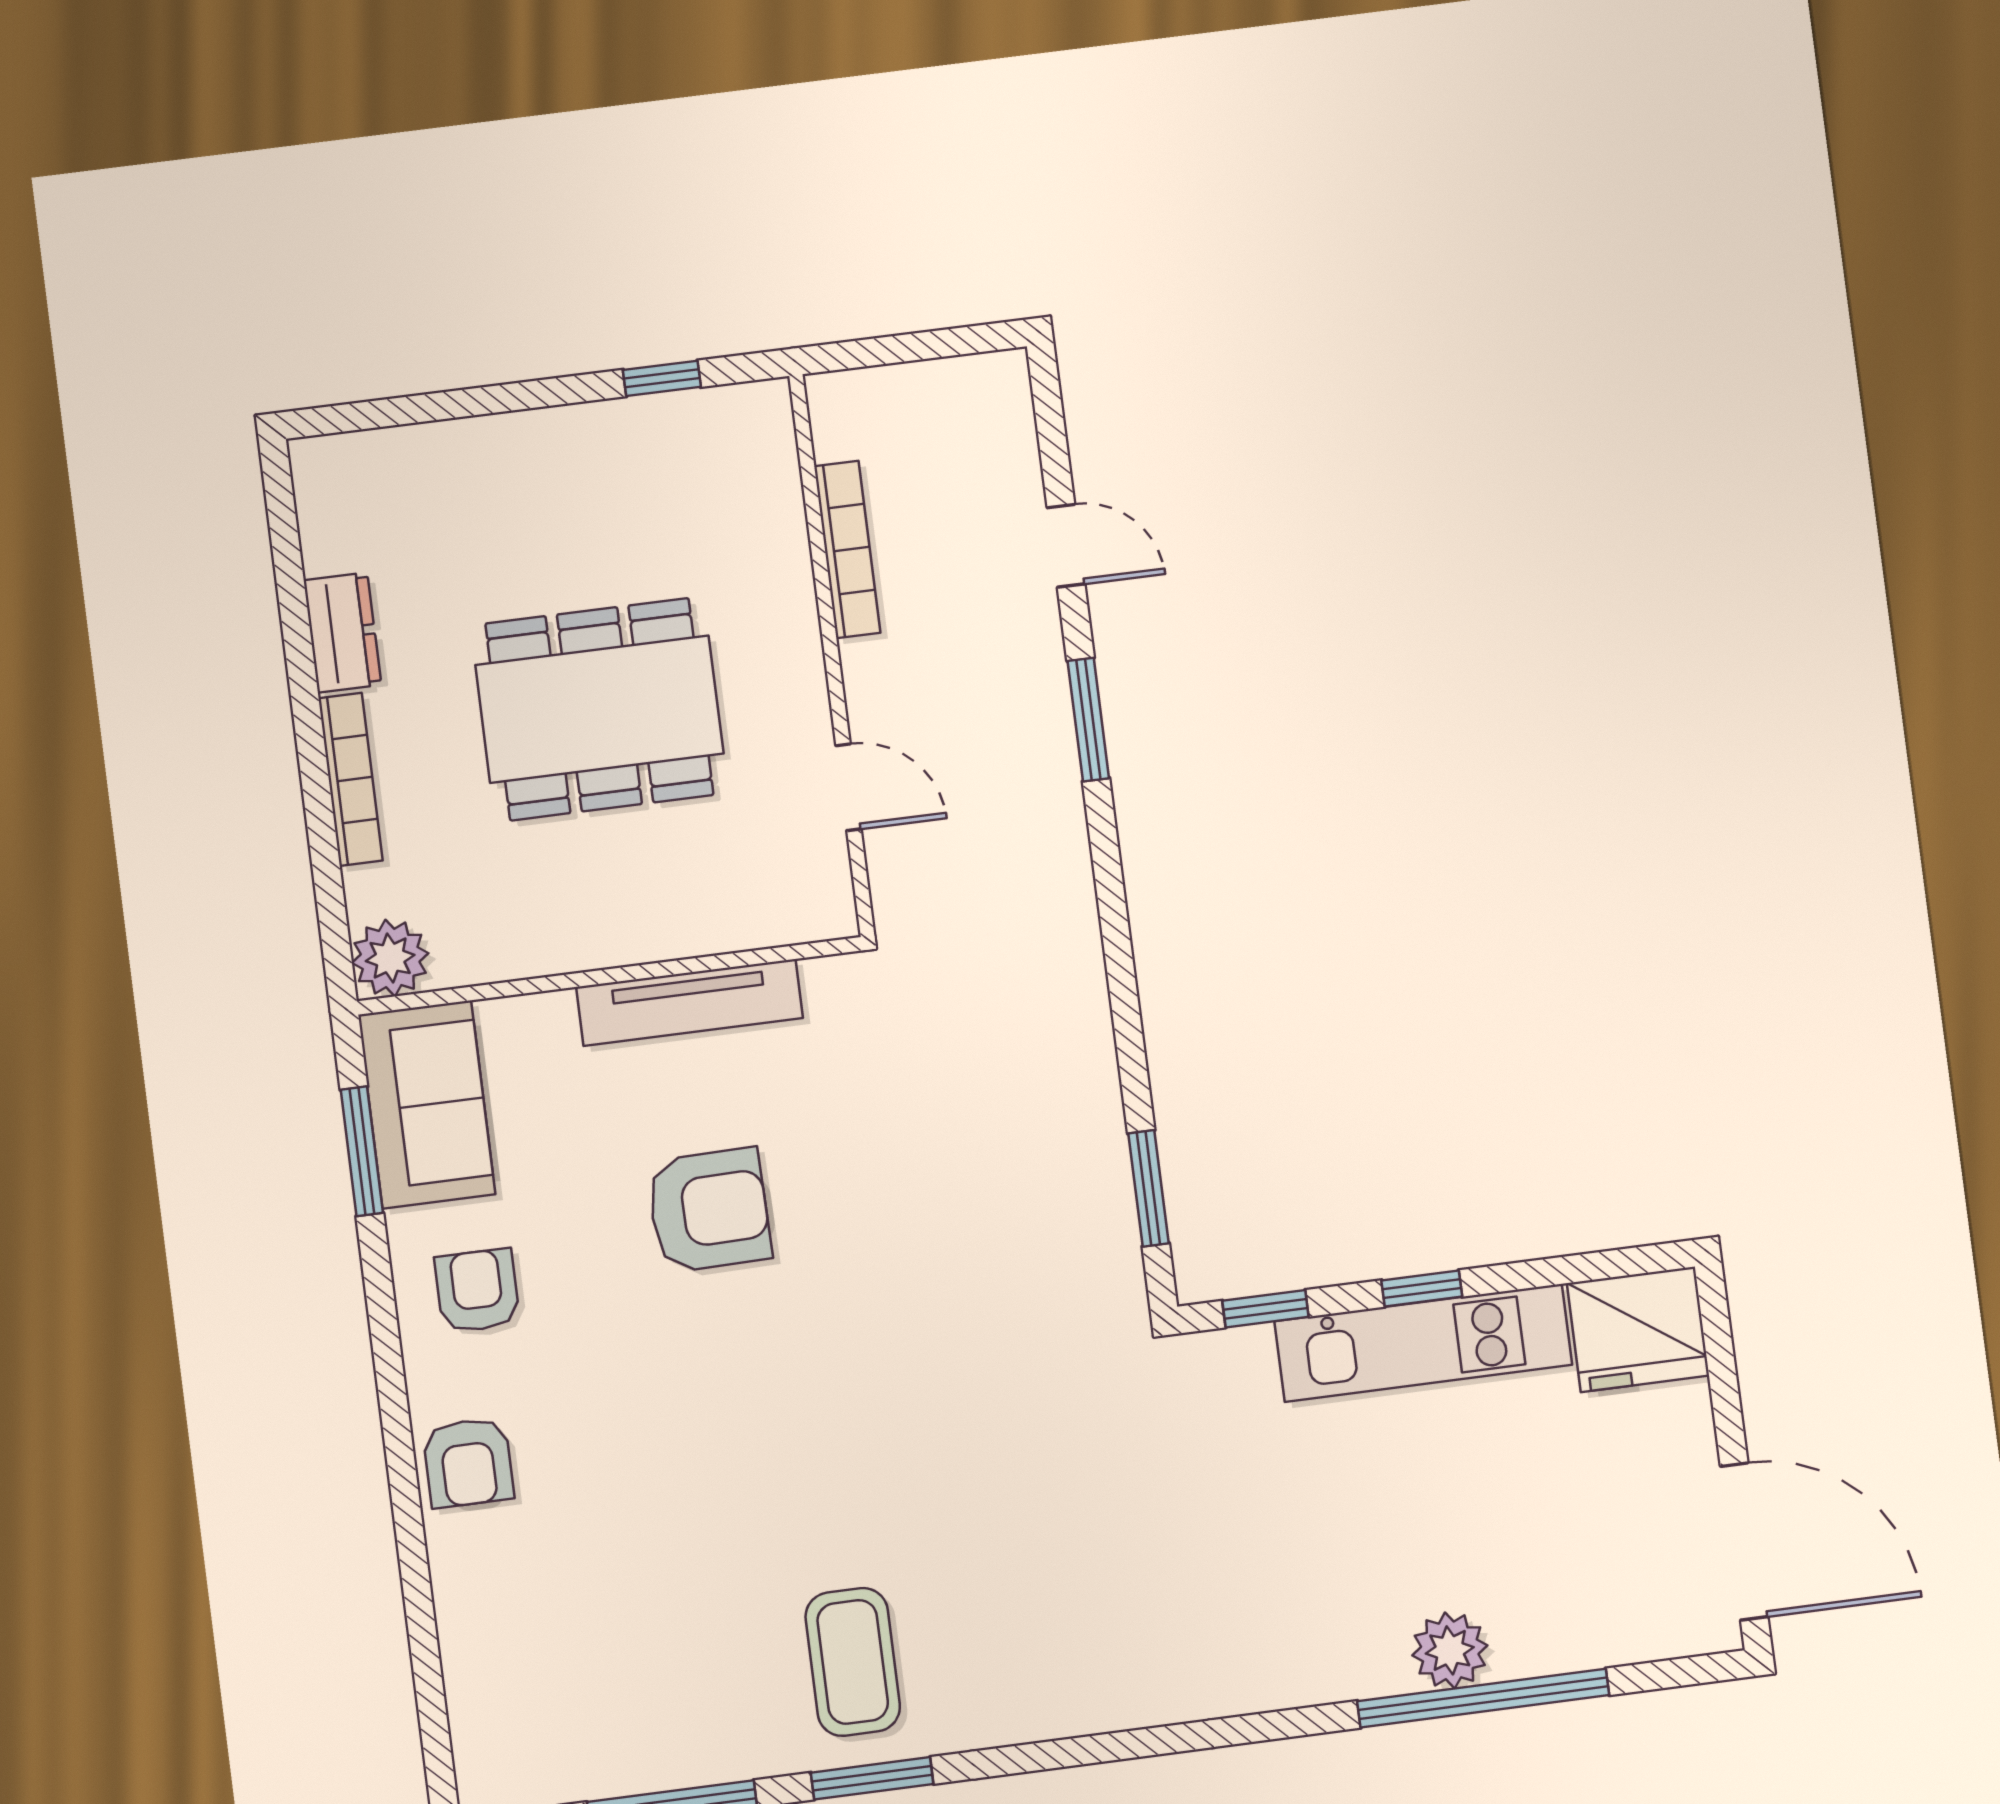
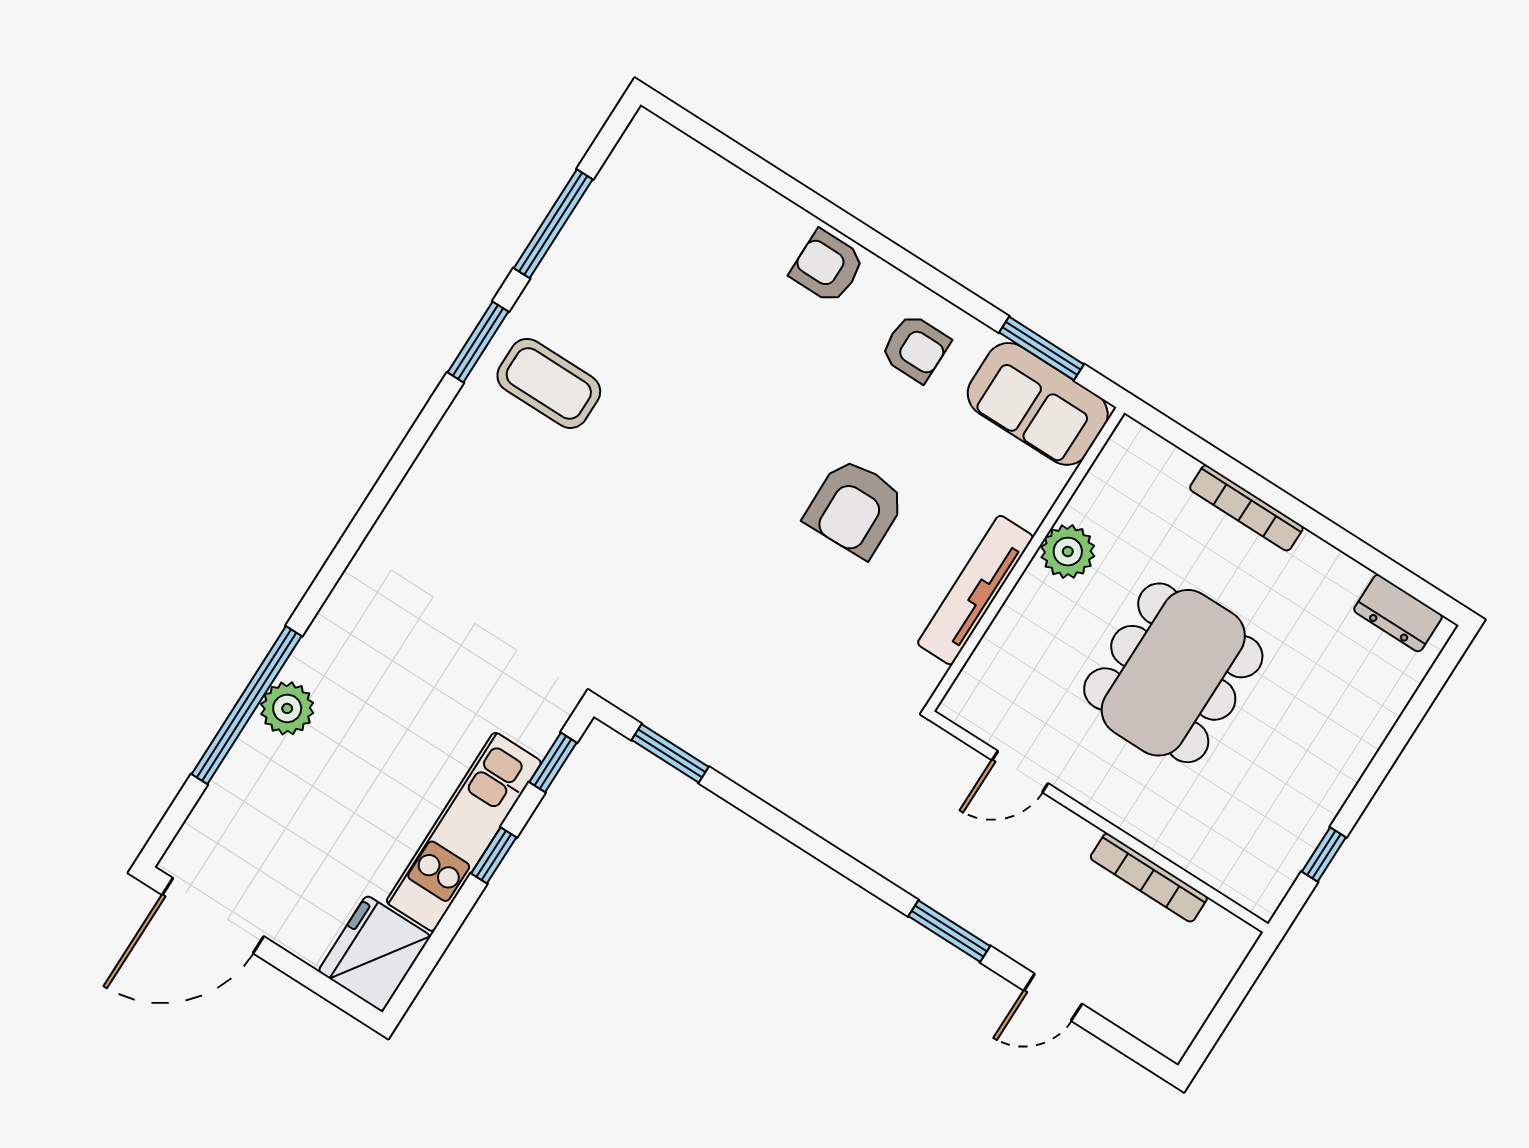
dresser: (342, 633) -> (1398, 613), moved
plant: (390, 958) -> (1068, 552), moved

